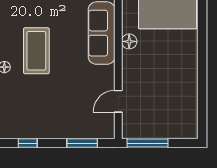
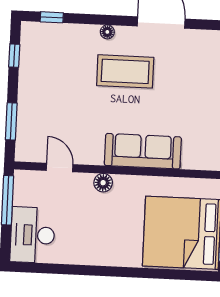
floor lamp: (129, 41) -> (103, 183), moved
desk: (175, 121) -> (32, 235), added

